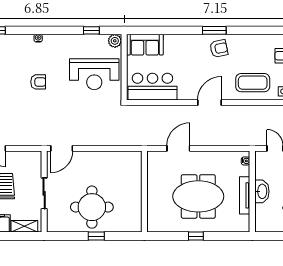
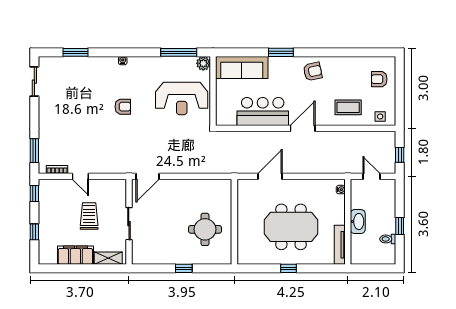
window: (91, 30) -> (179, 52), width x2.17
window: (214, 30) -> (281, 52), moved
sofa: (145, 45) -> (242, 67), width x1.36
coffee table: (253, 83) -> (348, 107), width x0.73, depth x0.76
bar counter: (152, 87) -> (263, 112), moved
tv unit: (245, 195) -> (340, 245), moved
round table: (92, 207) -> (205, 229), moved, width x0.73, depth x0.73

